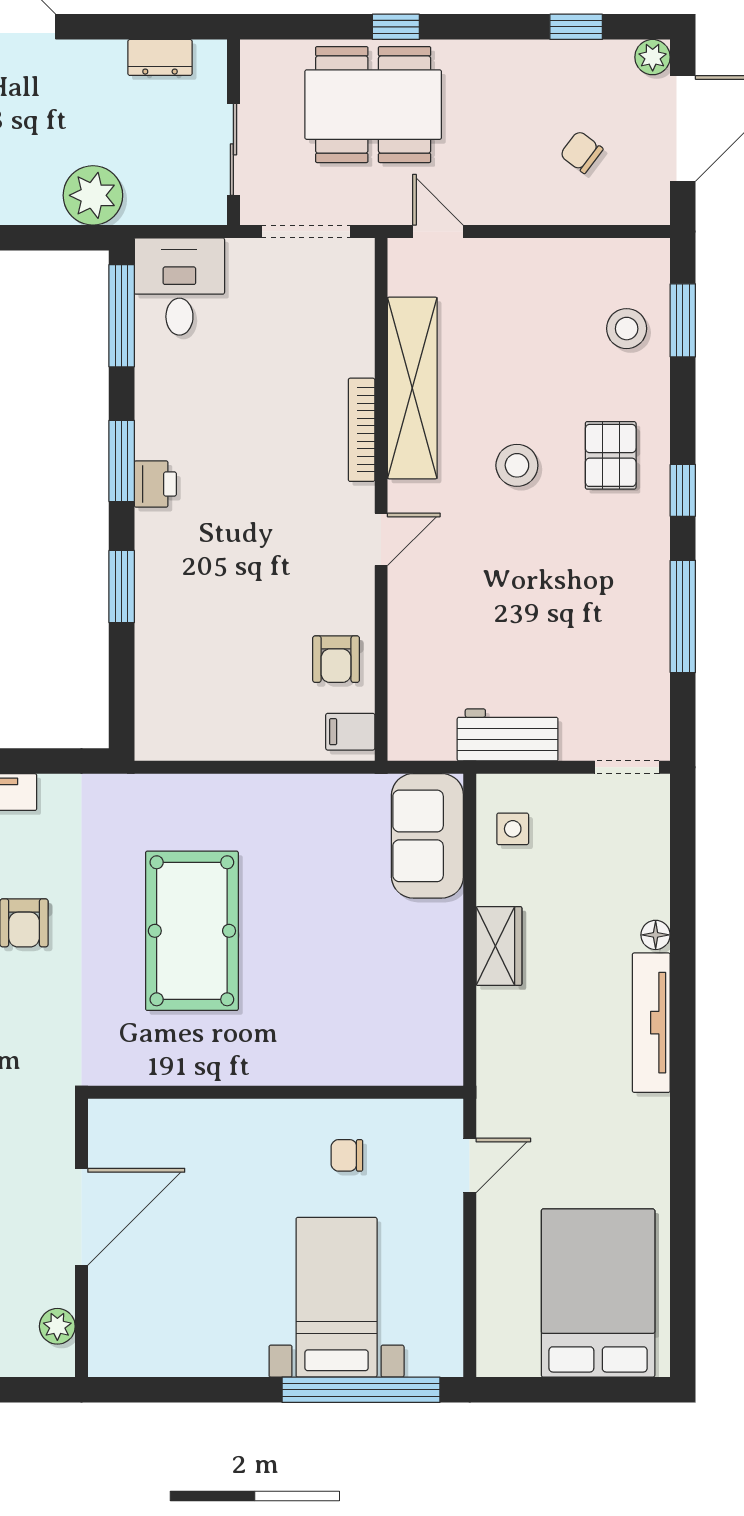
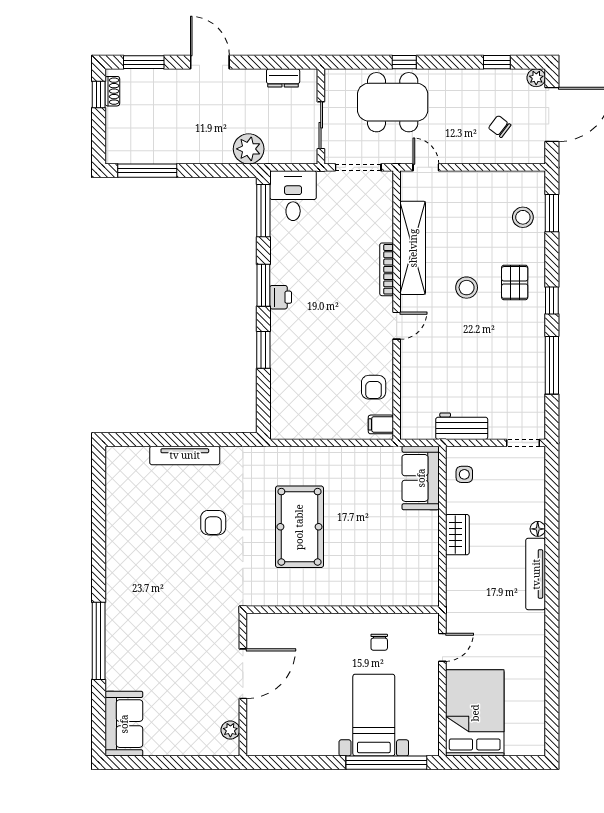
chair: (347, 1155) -> (379, 642), turned -90
bed: (598, 1293) -> (475, 713), moved

